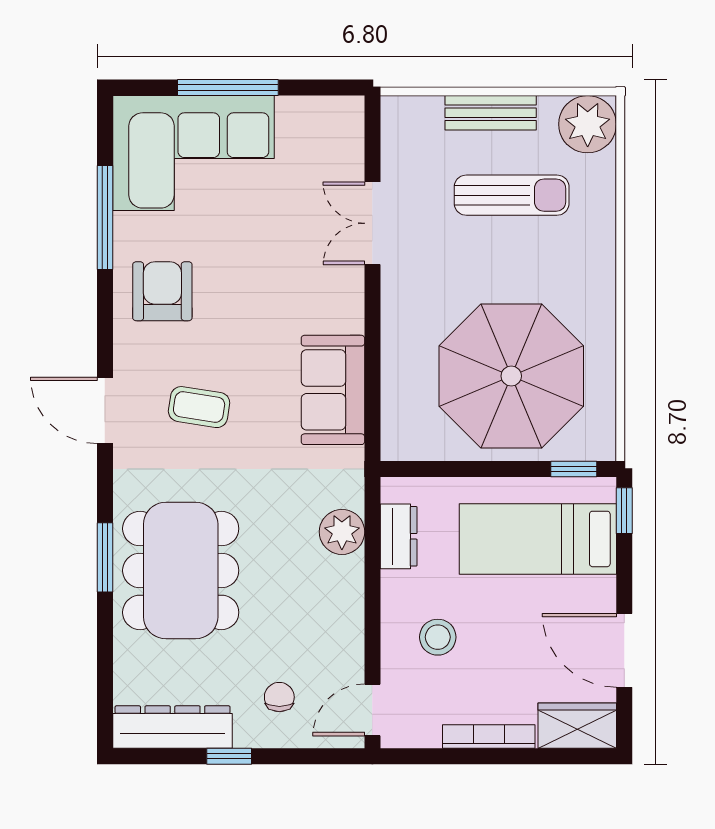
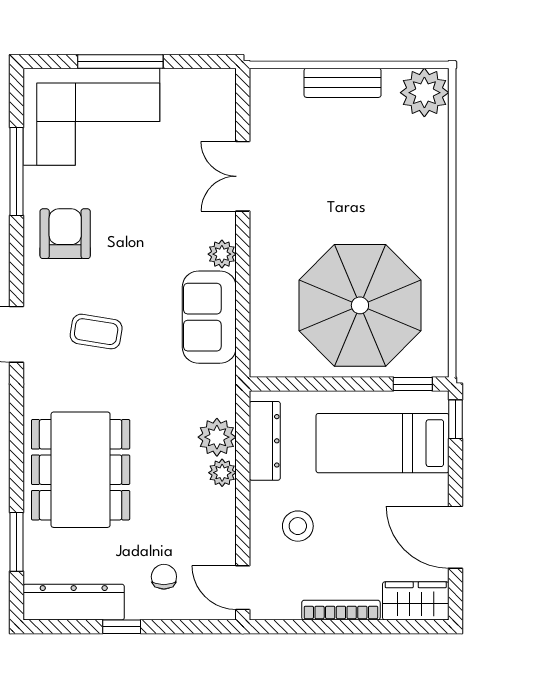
sun lounger: (512, 195) -> (360, 152), removed
plant: (348, 315) -> (222, 254), added
dresser: (399, 536) -> (265, 441), width x1.44
window: (105, 557) -> (17, 542), moved
plant: (348, 574) -> (222, 473), added
door: (372, 710) -> (243, 588), hinge flipped

